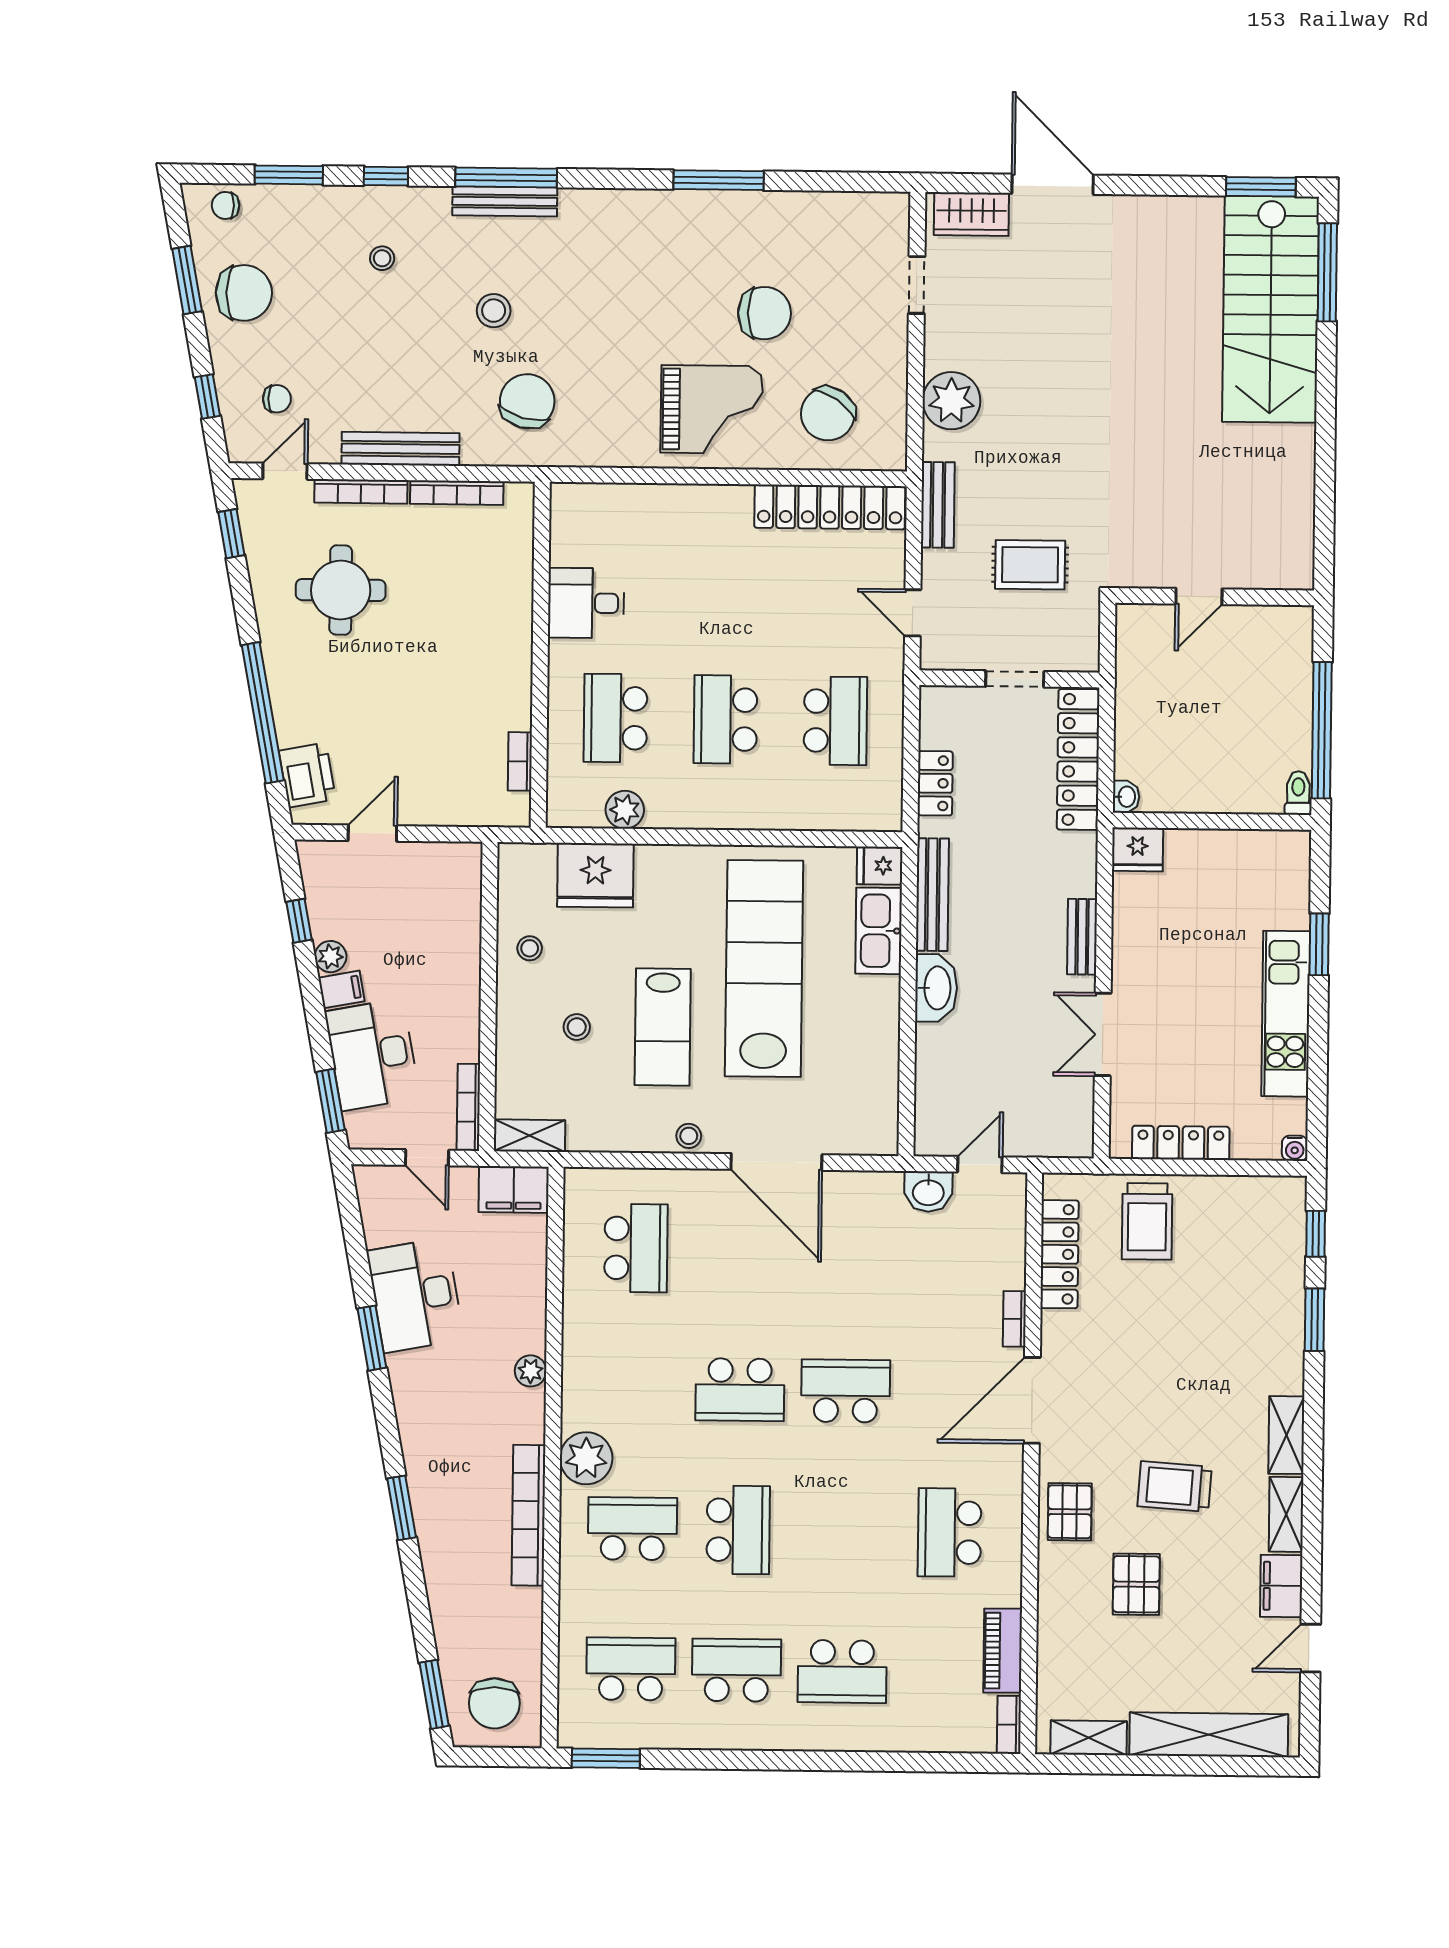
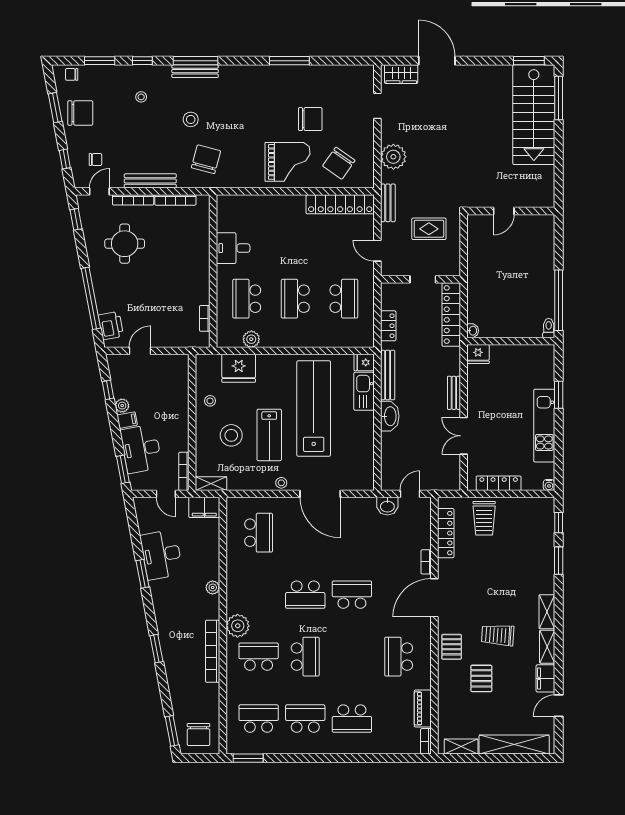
door: (1199, 597) -> (504, 211), moved
wall: (1215, 597) -> (511, 211), moved
stool: (577, 1027) -> (231, 435), width x1.89, depth x1.89

